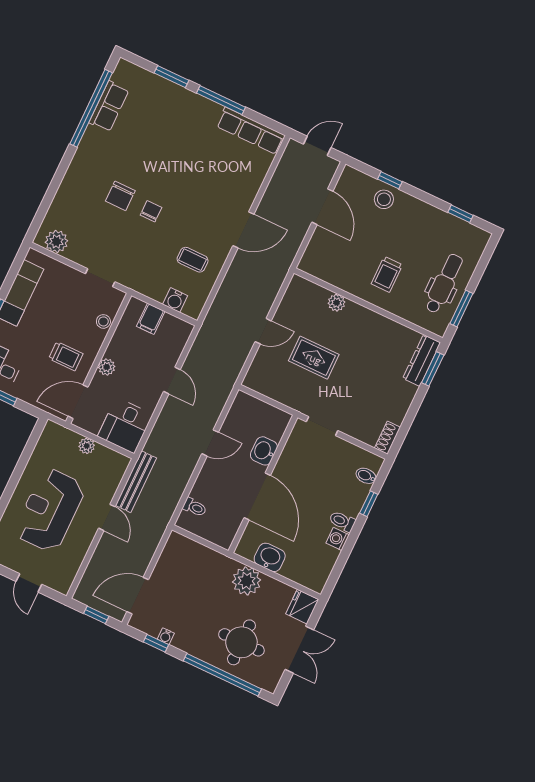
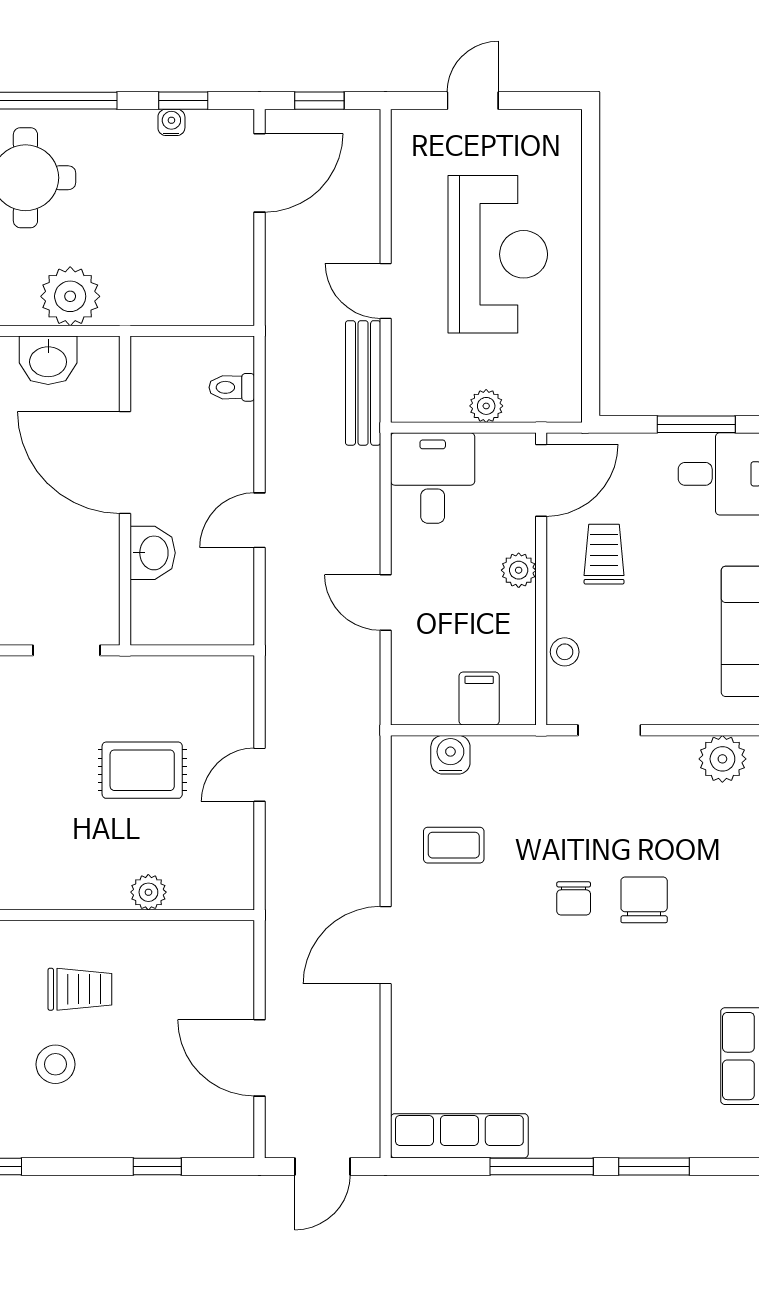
stool: (384, 199) -> (55, 1064), moved
trolley: (387, 274) -> (80, 989), turned 90
trolley: (66, 356) -> (604, 554), turned 90
door: (29, 583) -> (473, 101), hinge flipped

